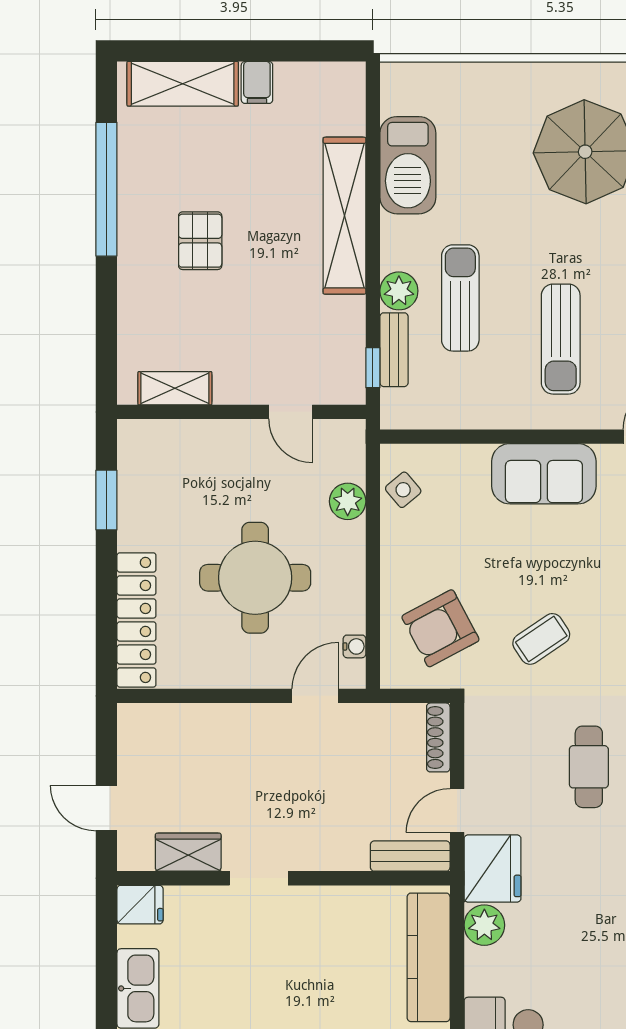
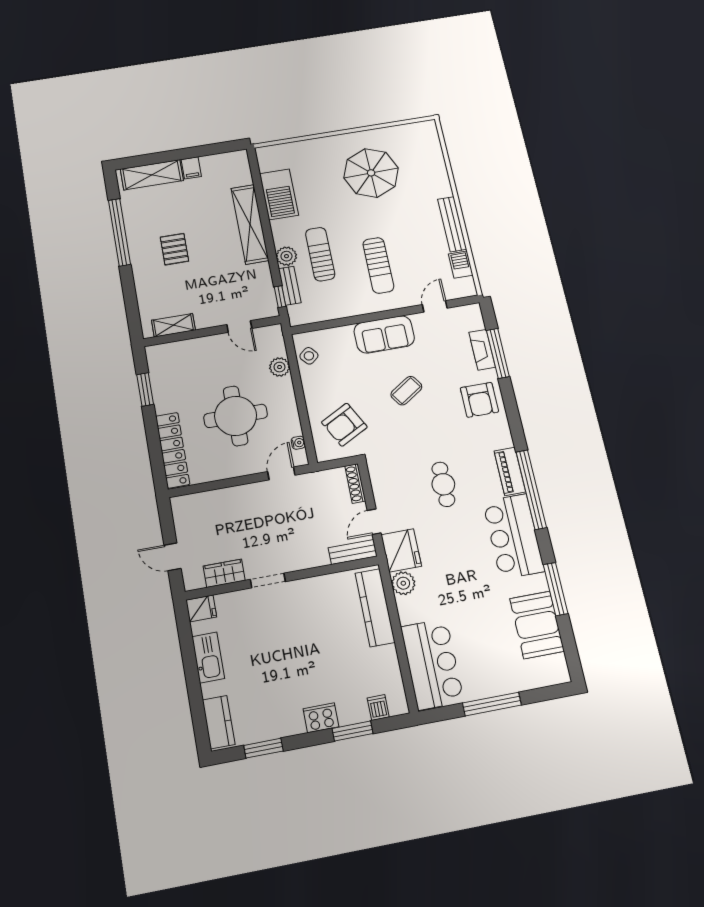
coffee table: (541, 639) -> (406, 391), moved

